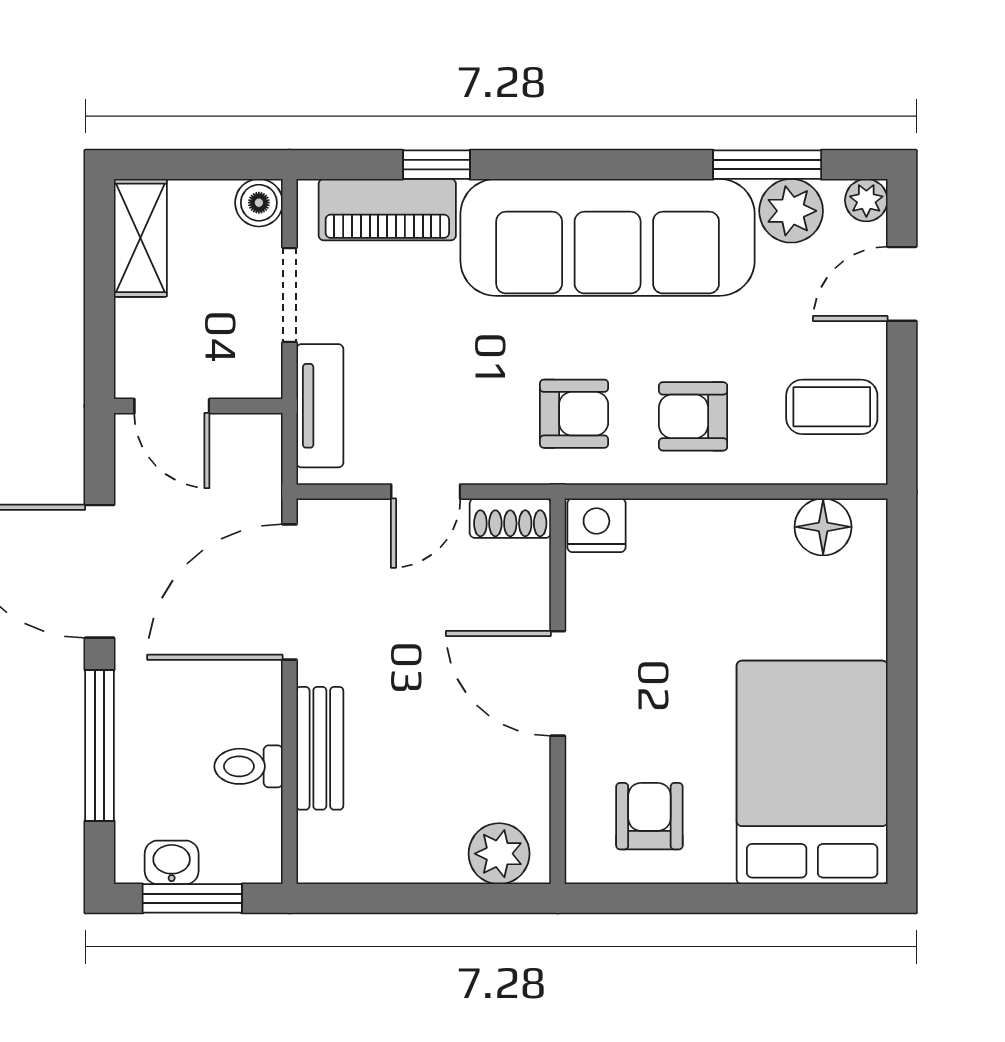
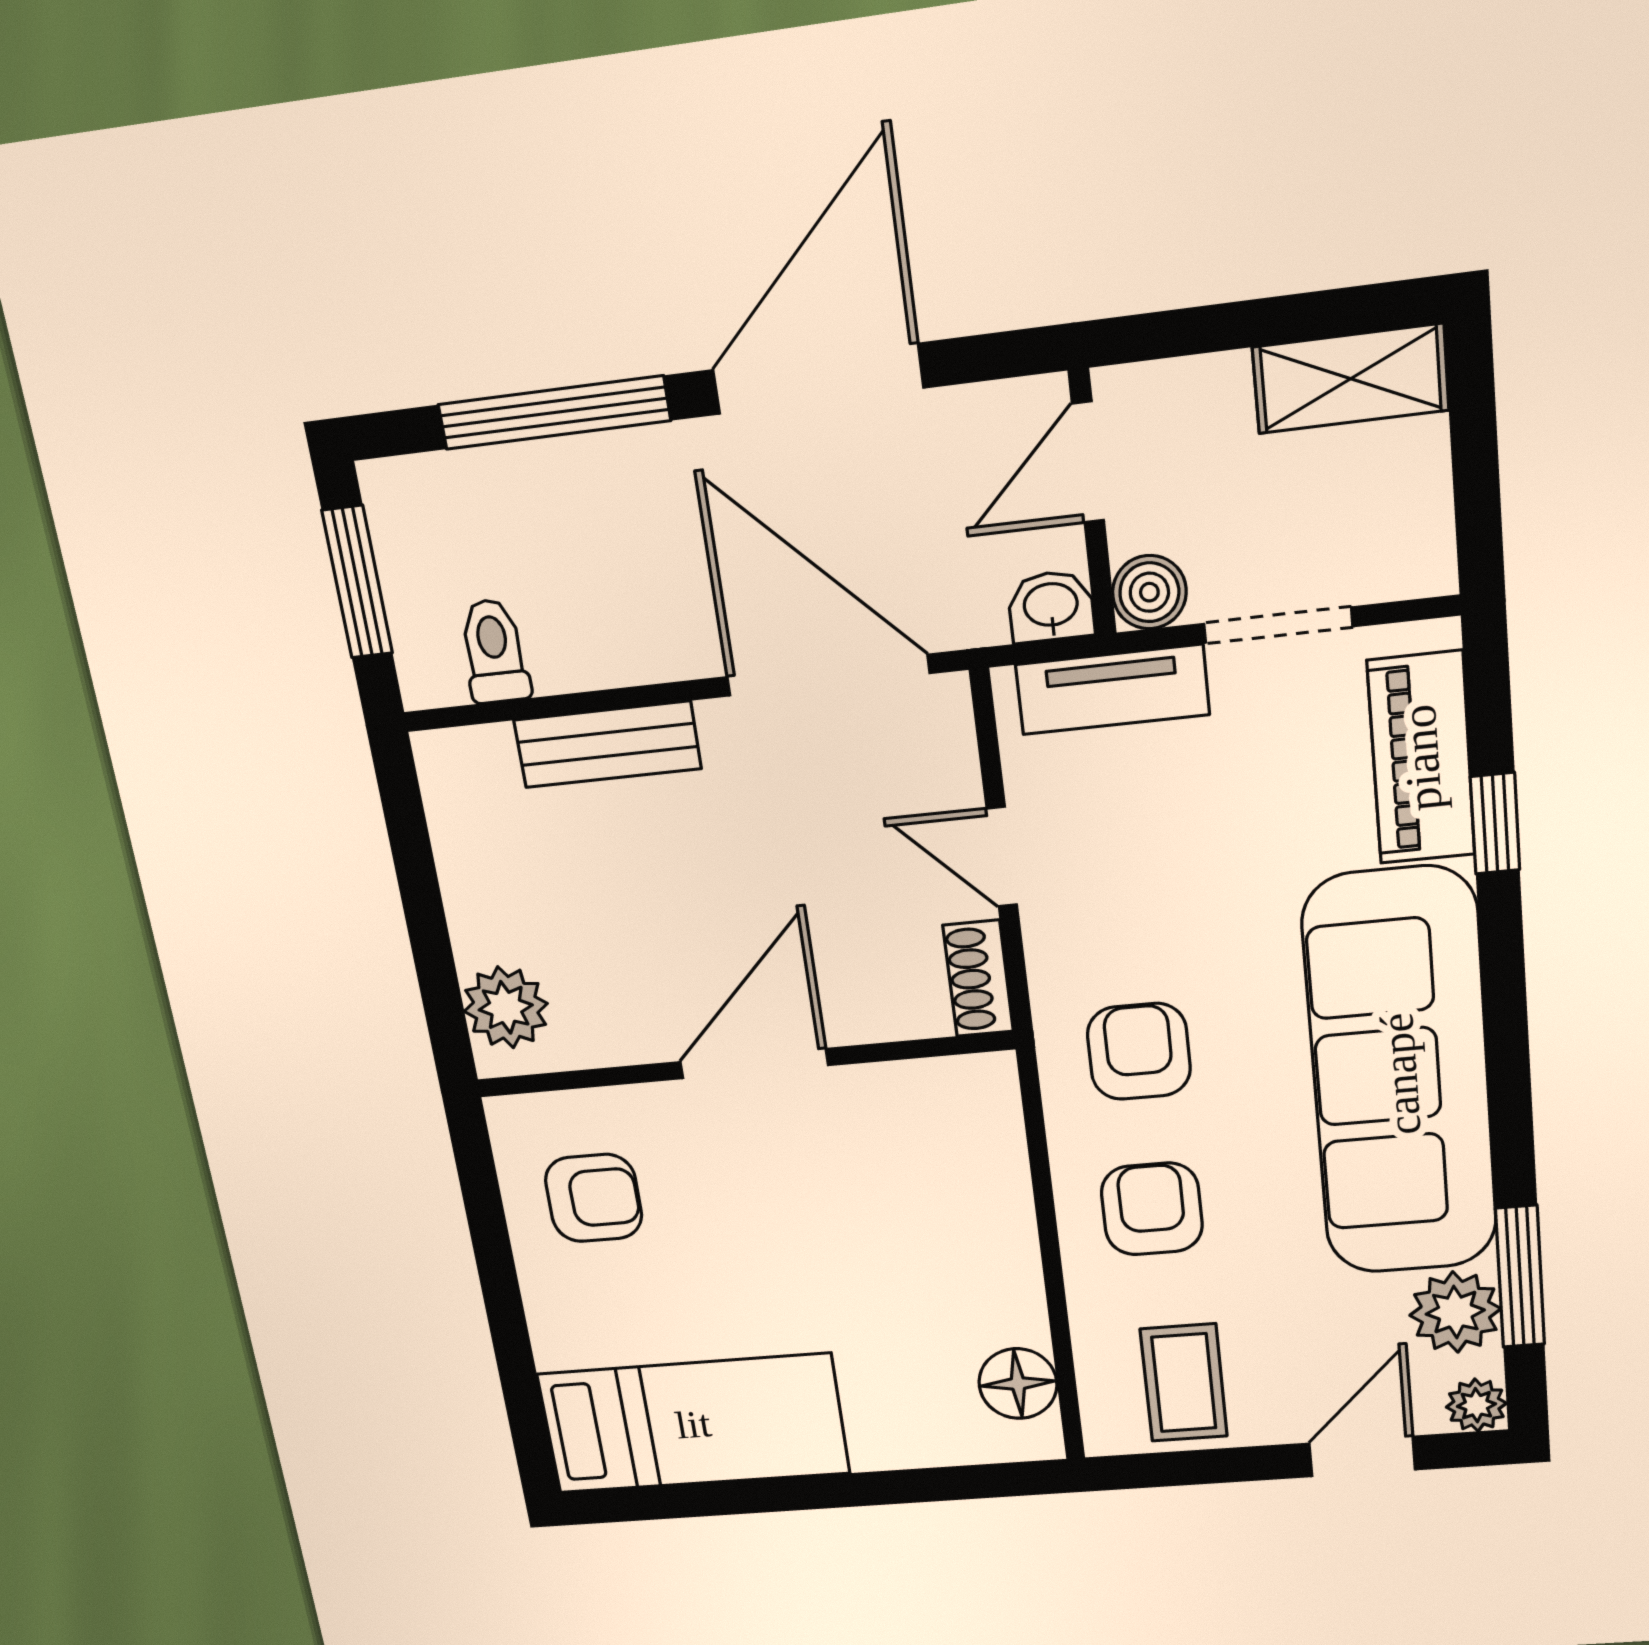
boiler: (259, 203) -> (1149, 592), moved
door: (902, 284) -> (1362, 1456), hinge flipped
armchair: (574, 414) -> (1139, 1051), turned 180
nightstand: (596, 525) -> (983, 1095), removed
toilet: (249, 766) -> (494, 651), moved
bed: (812, 772) -> (693, 1424), width x0.67
washbasin: (172, 862) -> (1051, 606), moved, turned -90

